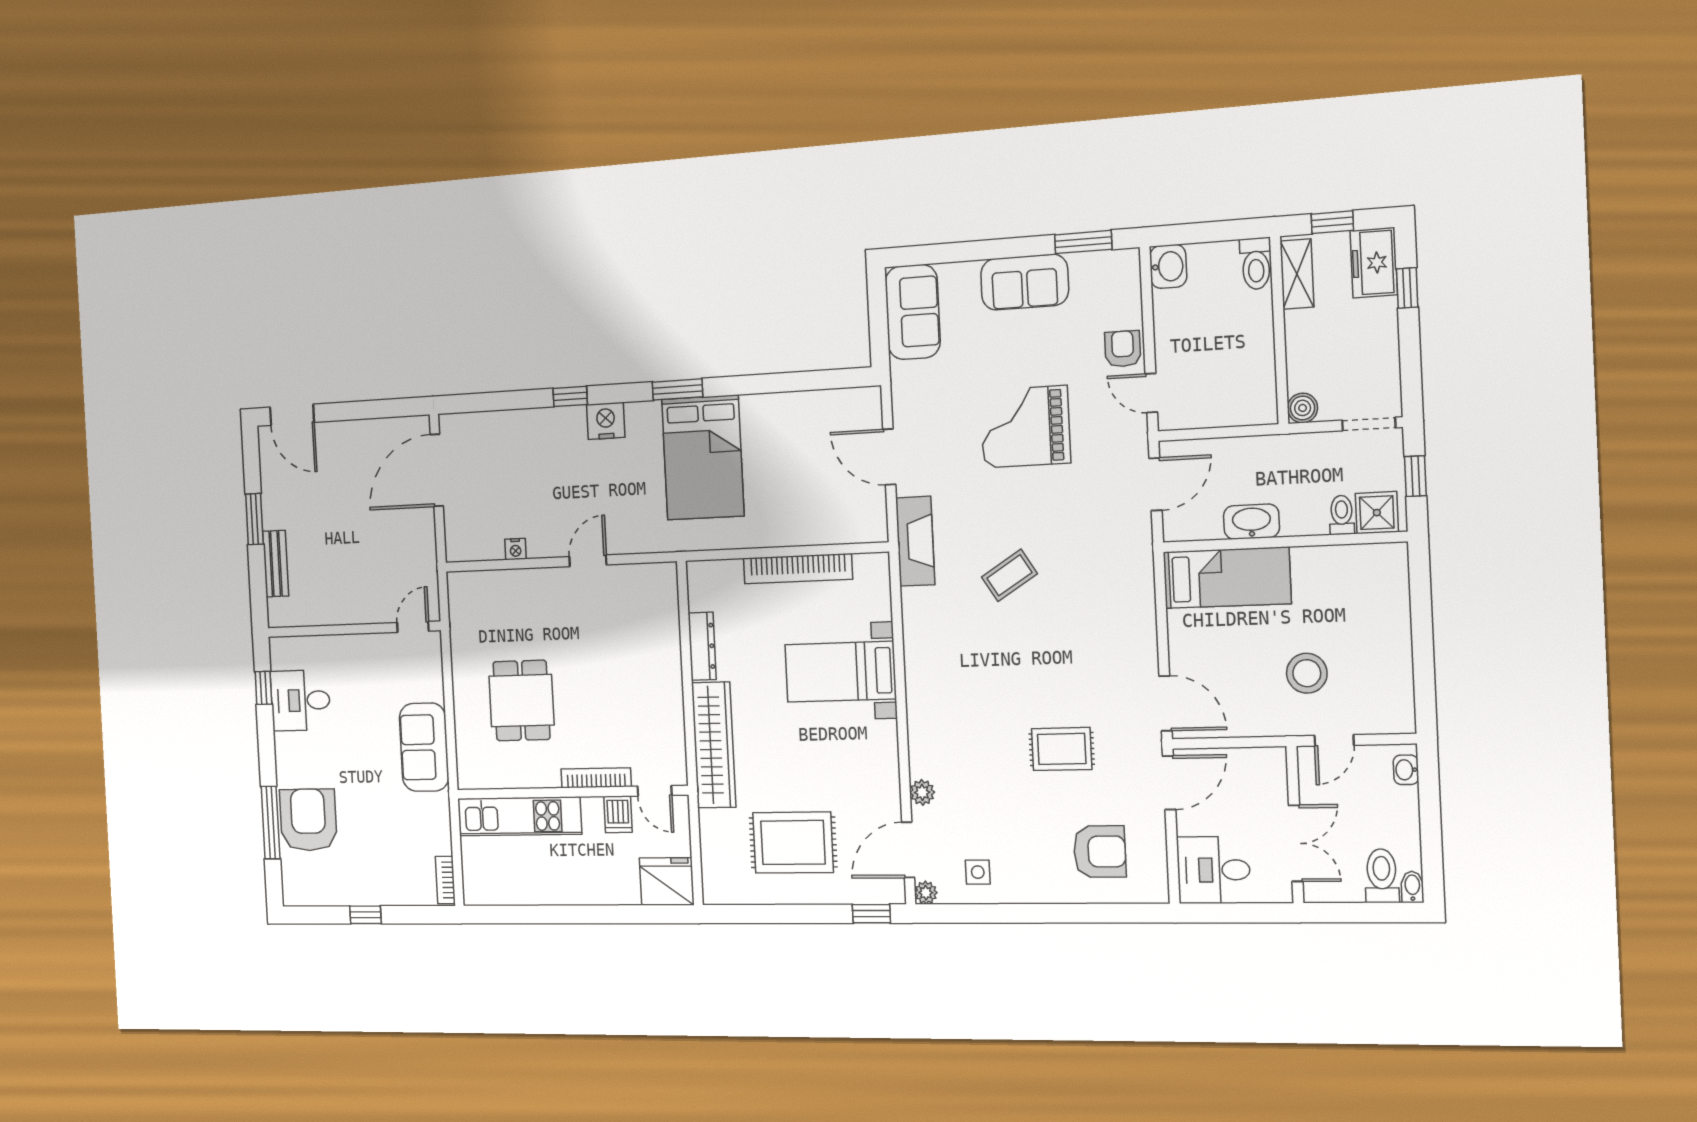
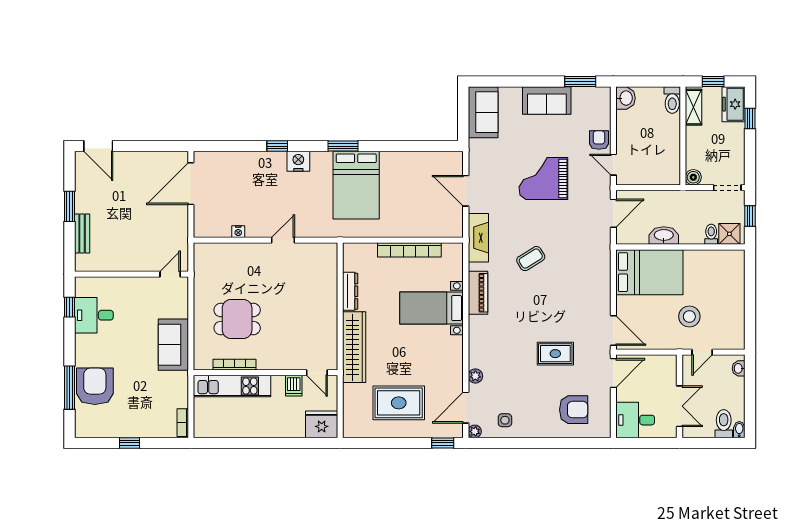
bed: (1227, 578) -> (649, 272), width x1.50
piano: (919, 641) -> (478, 293), added
dining table: (521, 701) -> (237, 319), turned 90
bookcase: (596, 778) -> (234, 365), moved

